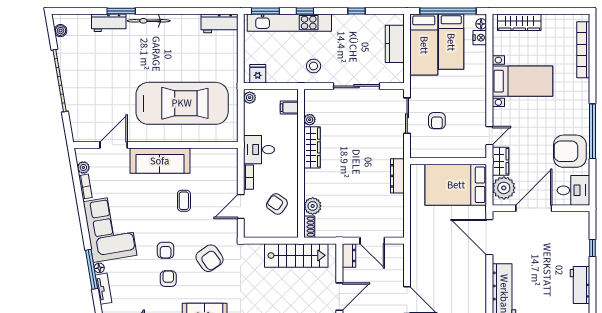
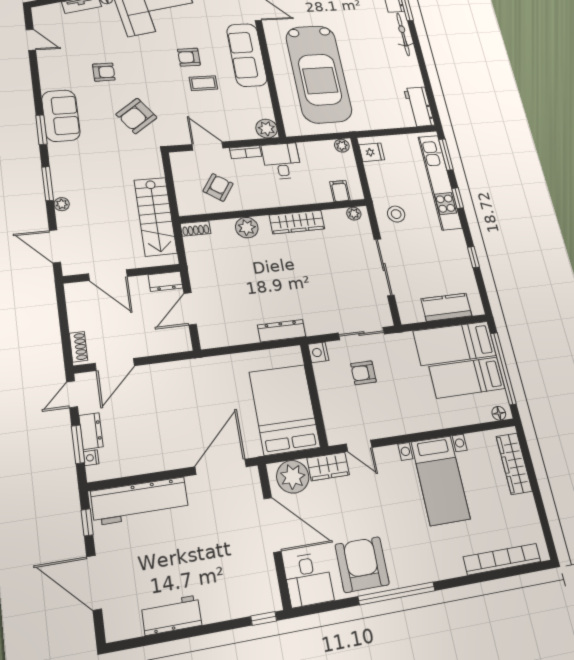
nightstand: (480, 38) -> (318, 352), moved, turned 90
plant: (310, 120) -> (354, 214), moved
plant: (229, 156) -> (267, 129), added
plant: (313, 206) -> (247, 228), moved
window: (592, 248) -> (264, 618), moved
armchair: (166, 250) -> (189, 57), moved

